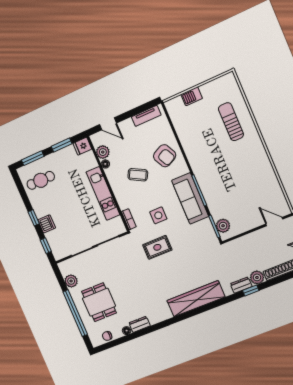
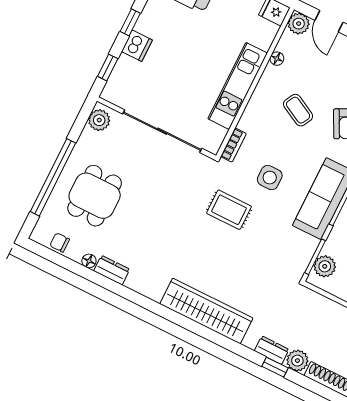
plant: (103, 152) -> (299, 24), moved
plant: (71, 281) -> (99, 120), moved

